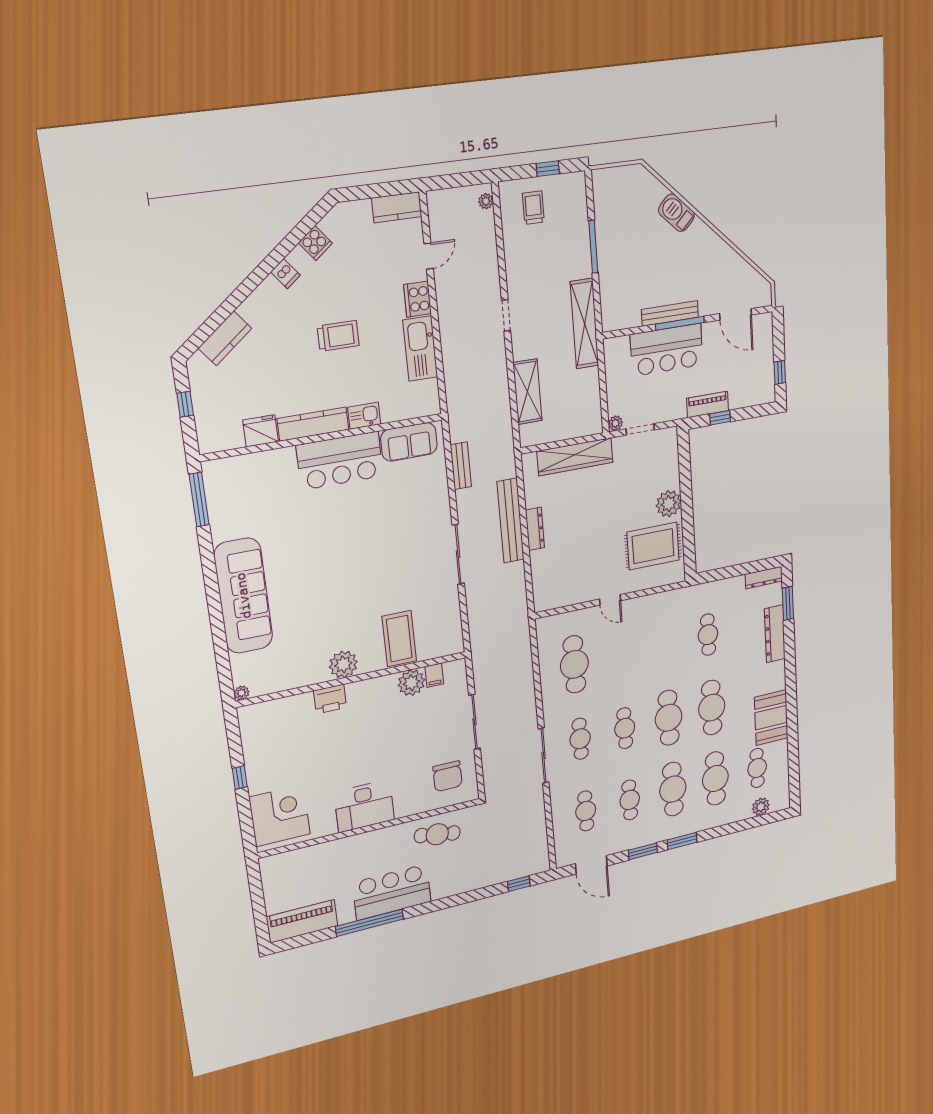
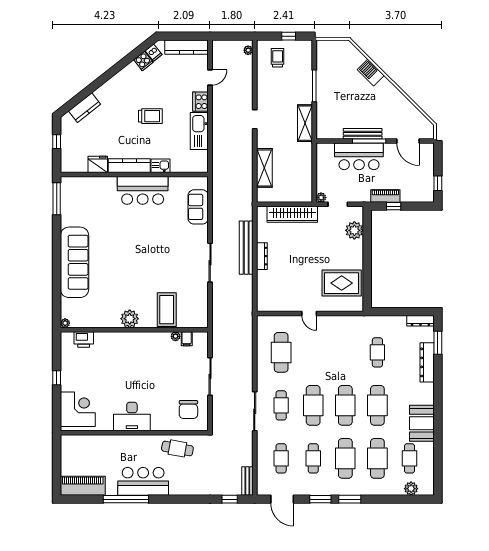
kitchen counter: (397, 207) -> (186, 47), width x1.50
dishwasher: (285, 274) -> (154, 53), moved
shelving: (585, 324) -> (305, 123), width x0.68
sofa: (409, 442) -> (198, 207), moved, turned 90
bench: (461, 466) -> (247, 481), moved
plant: (669, 504) -> (354, 230), moved
plant: (411, 683) -> (176, 336), width x0.53, depth x0.53
printer: (330, 699) -> (84, 339), moved
cafe table: (625, 728) -> (313, 405), width x1.37, depth x1.35

